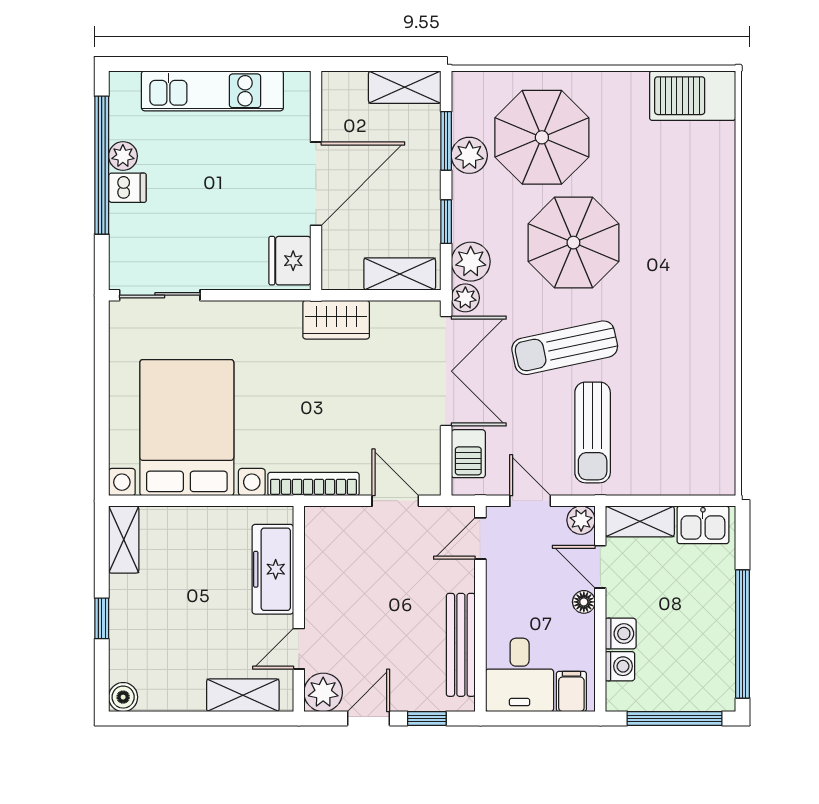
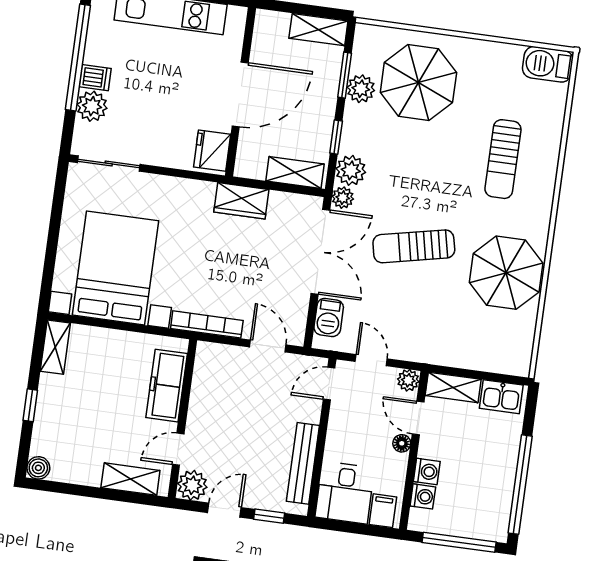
barbecue: (693, 96) -> (548, 64), width x0.73, depth x0.83
plant: (123, 156) -> (92, 106), moved, width x1.38, depth x1.38
parasol: (573, 243) -> (506, 273), moved
sun lounger: (593, 432) -> (503, 159), moved

